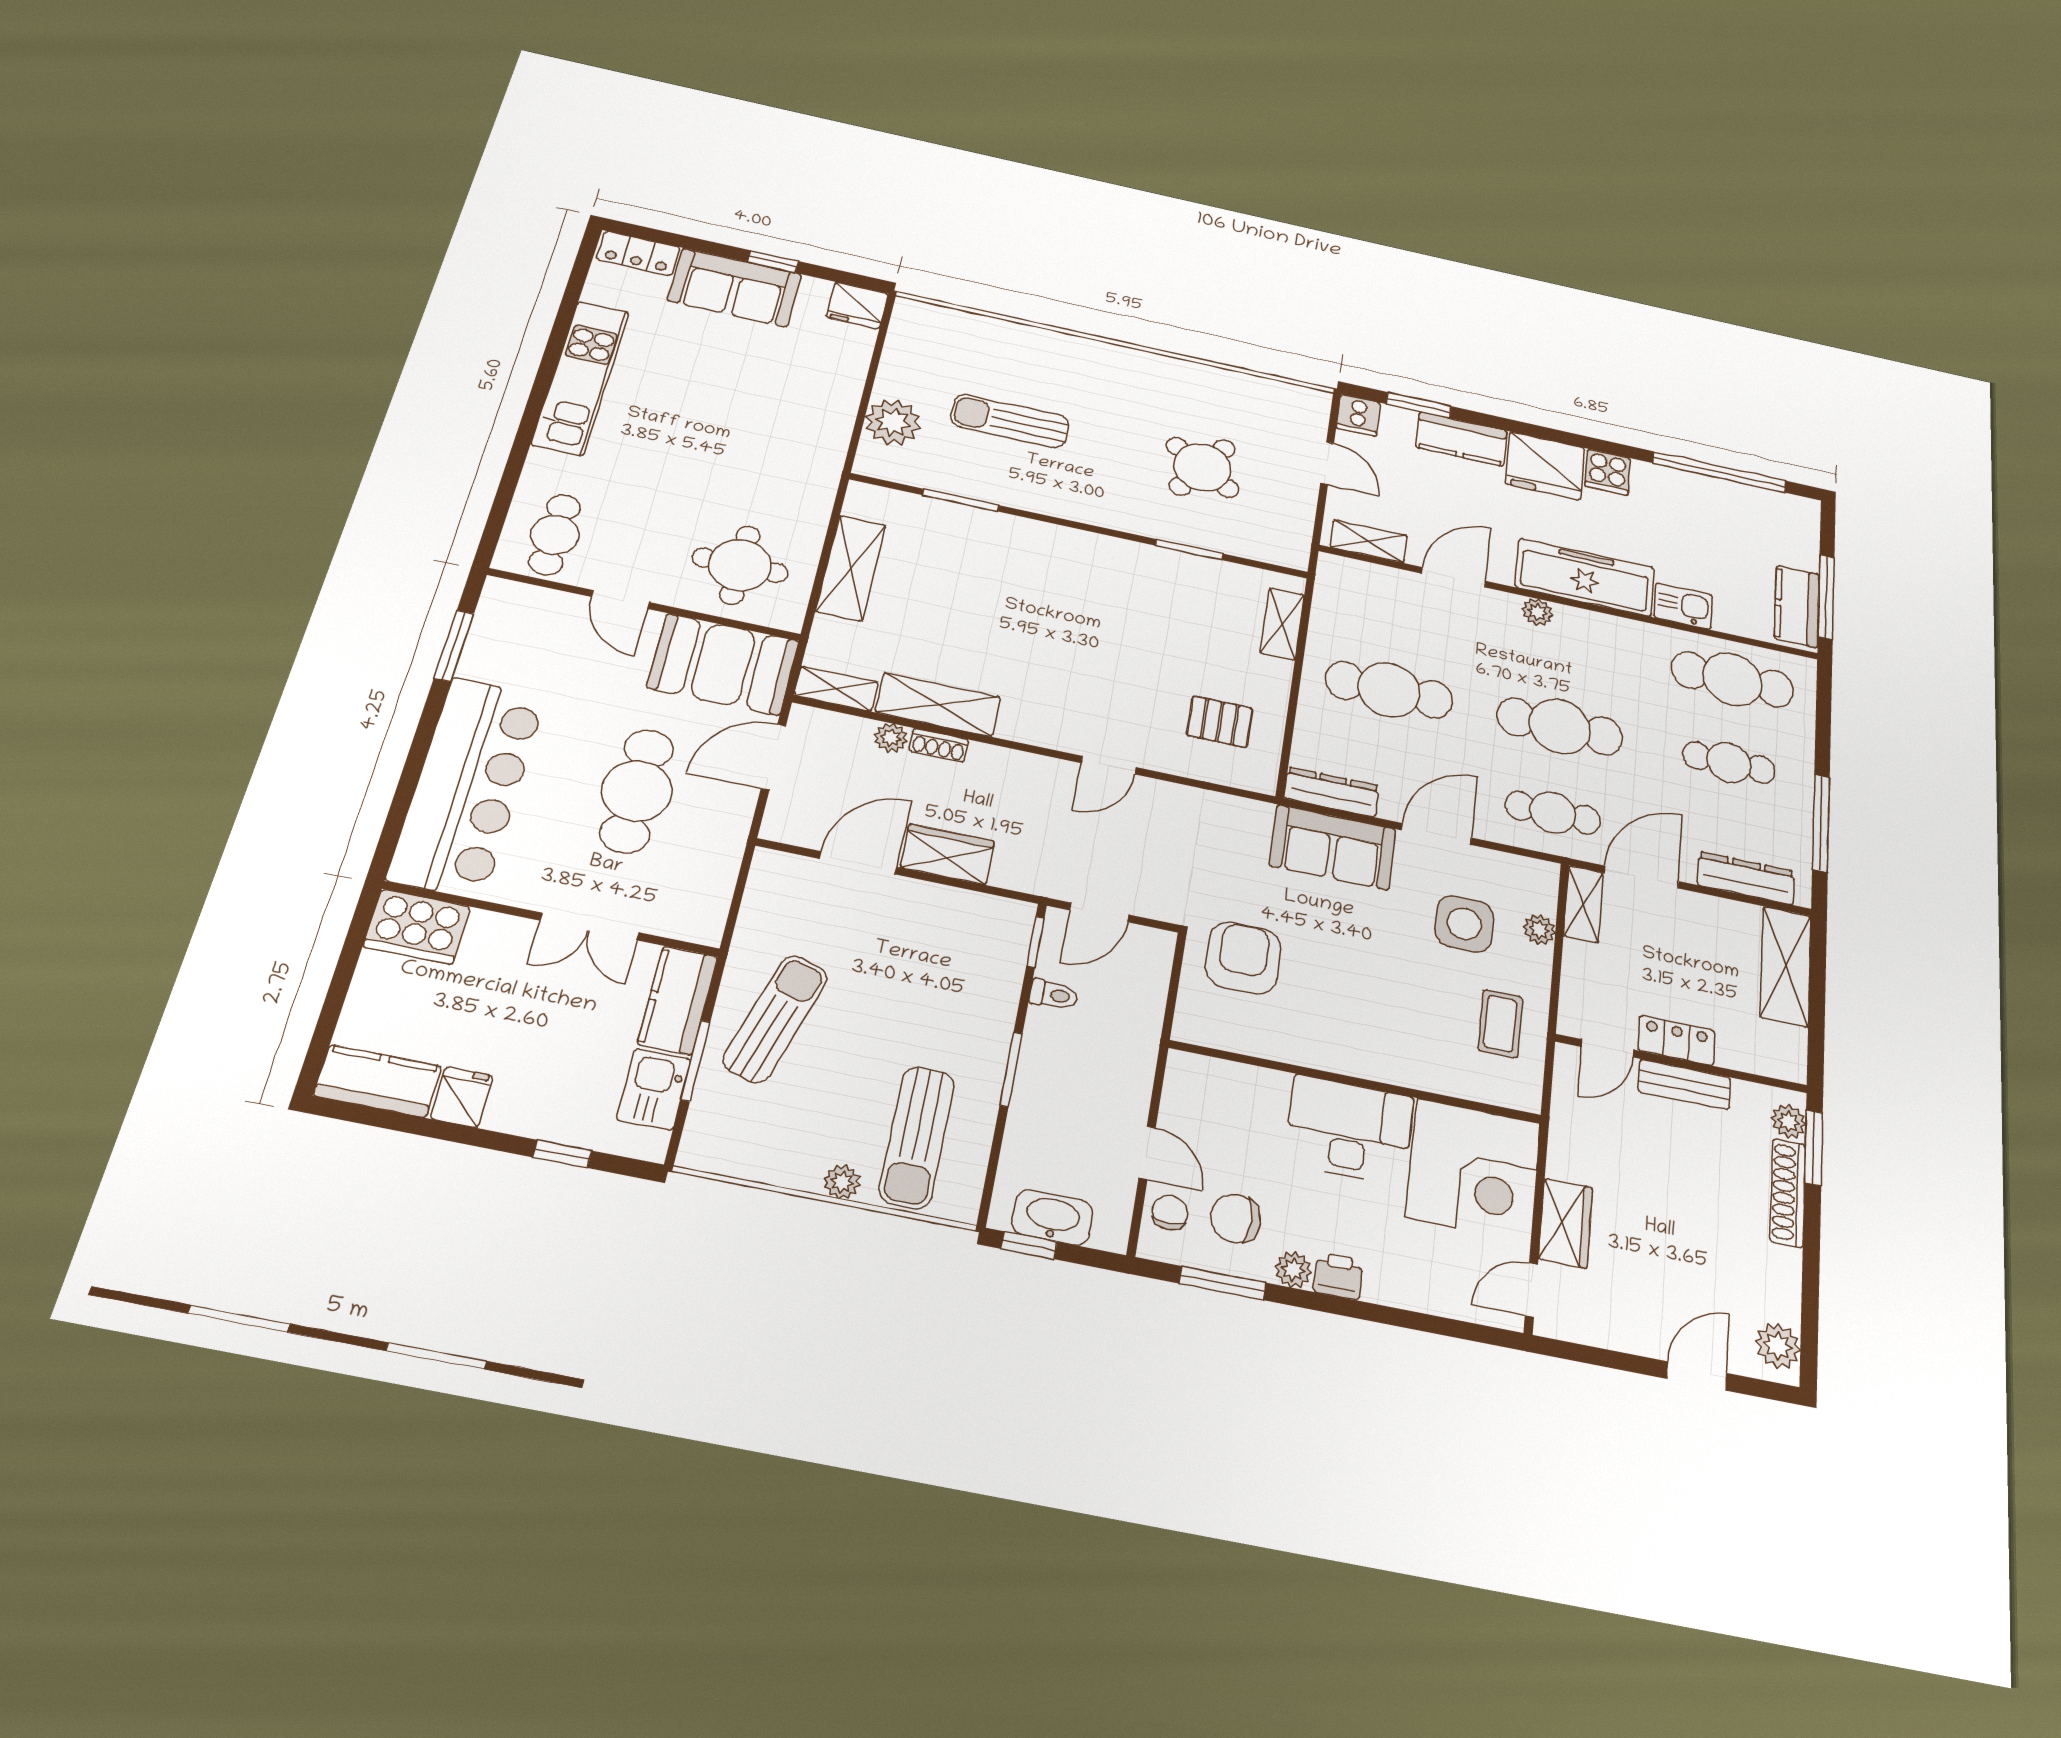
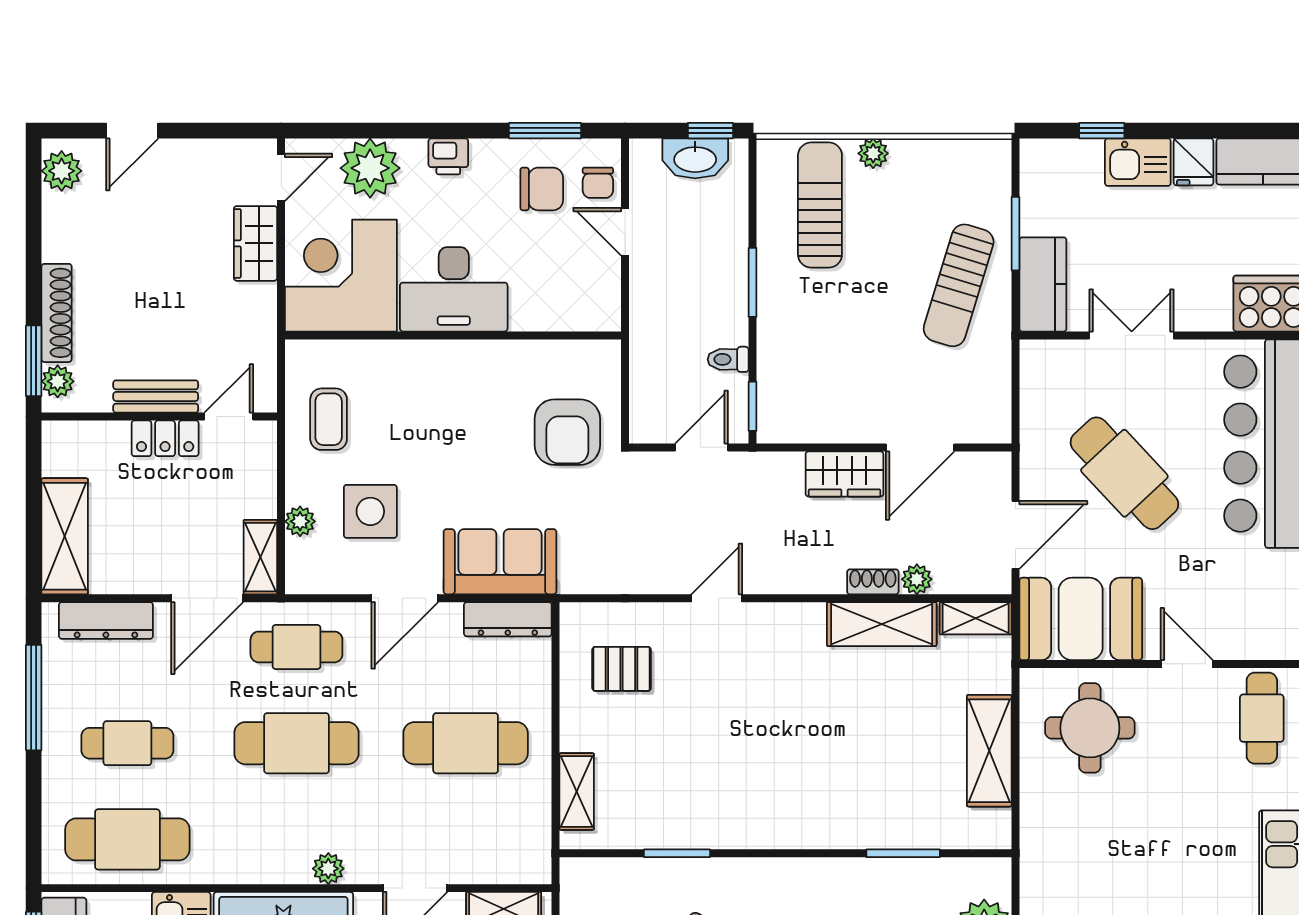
cafe table: (637, 791) -> (1124, 473), turned -43
kitchen sink: (654, 1089) -> (1138, 162), moved, turned 90
plant: (1293, 1270) -> (370, 168), moved, width x1.87, depth x1.87

